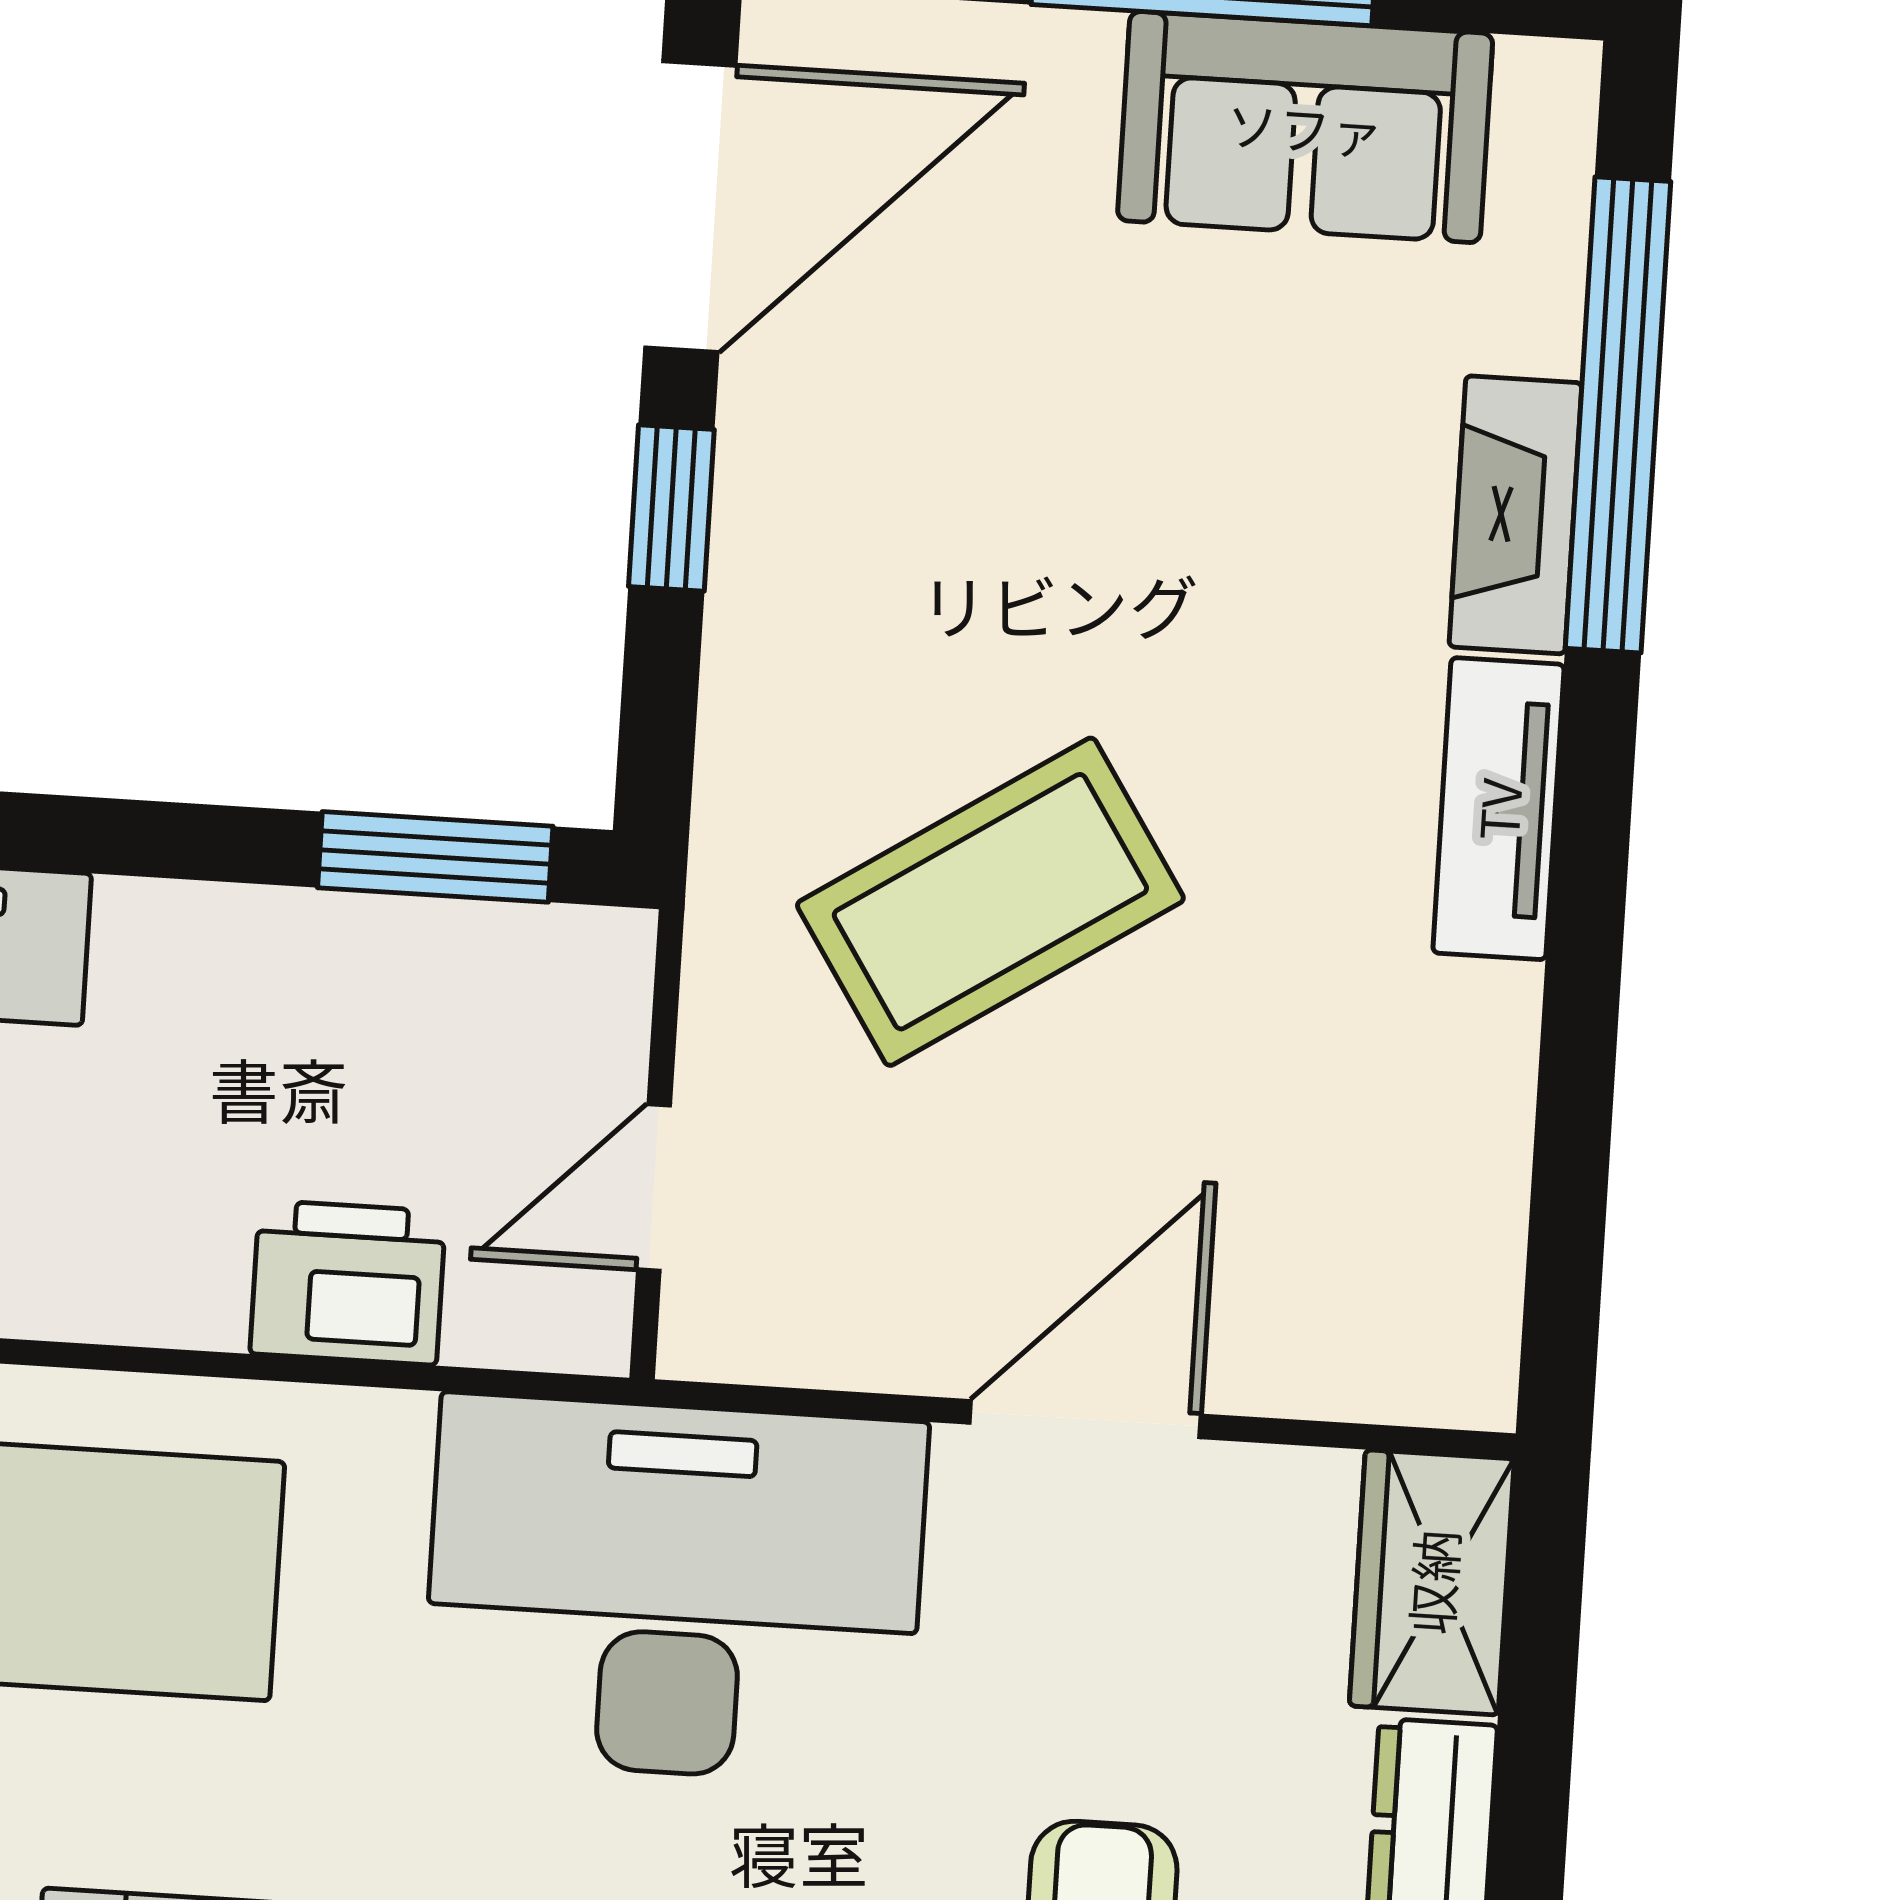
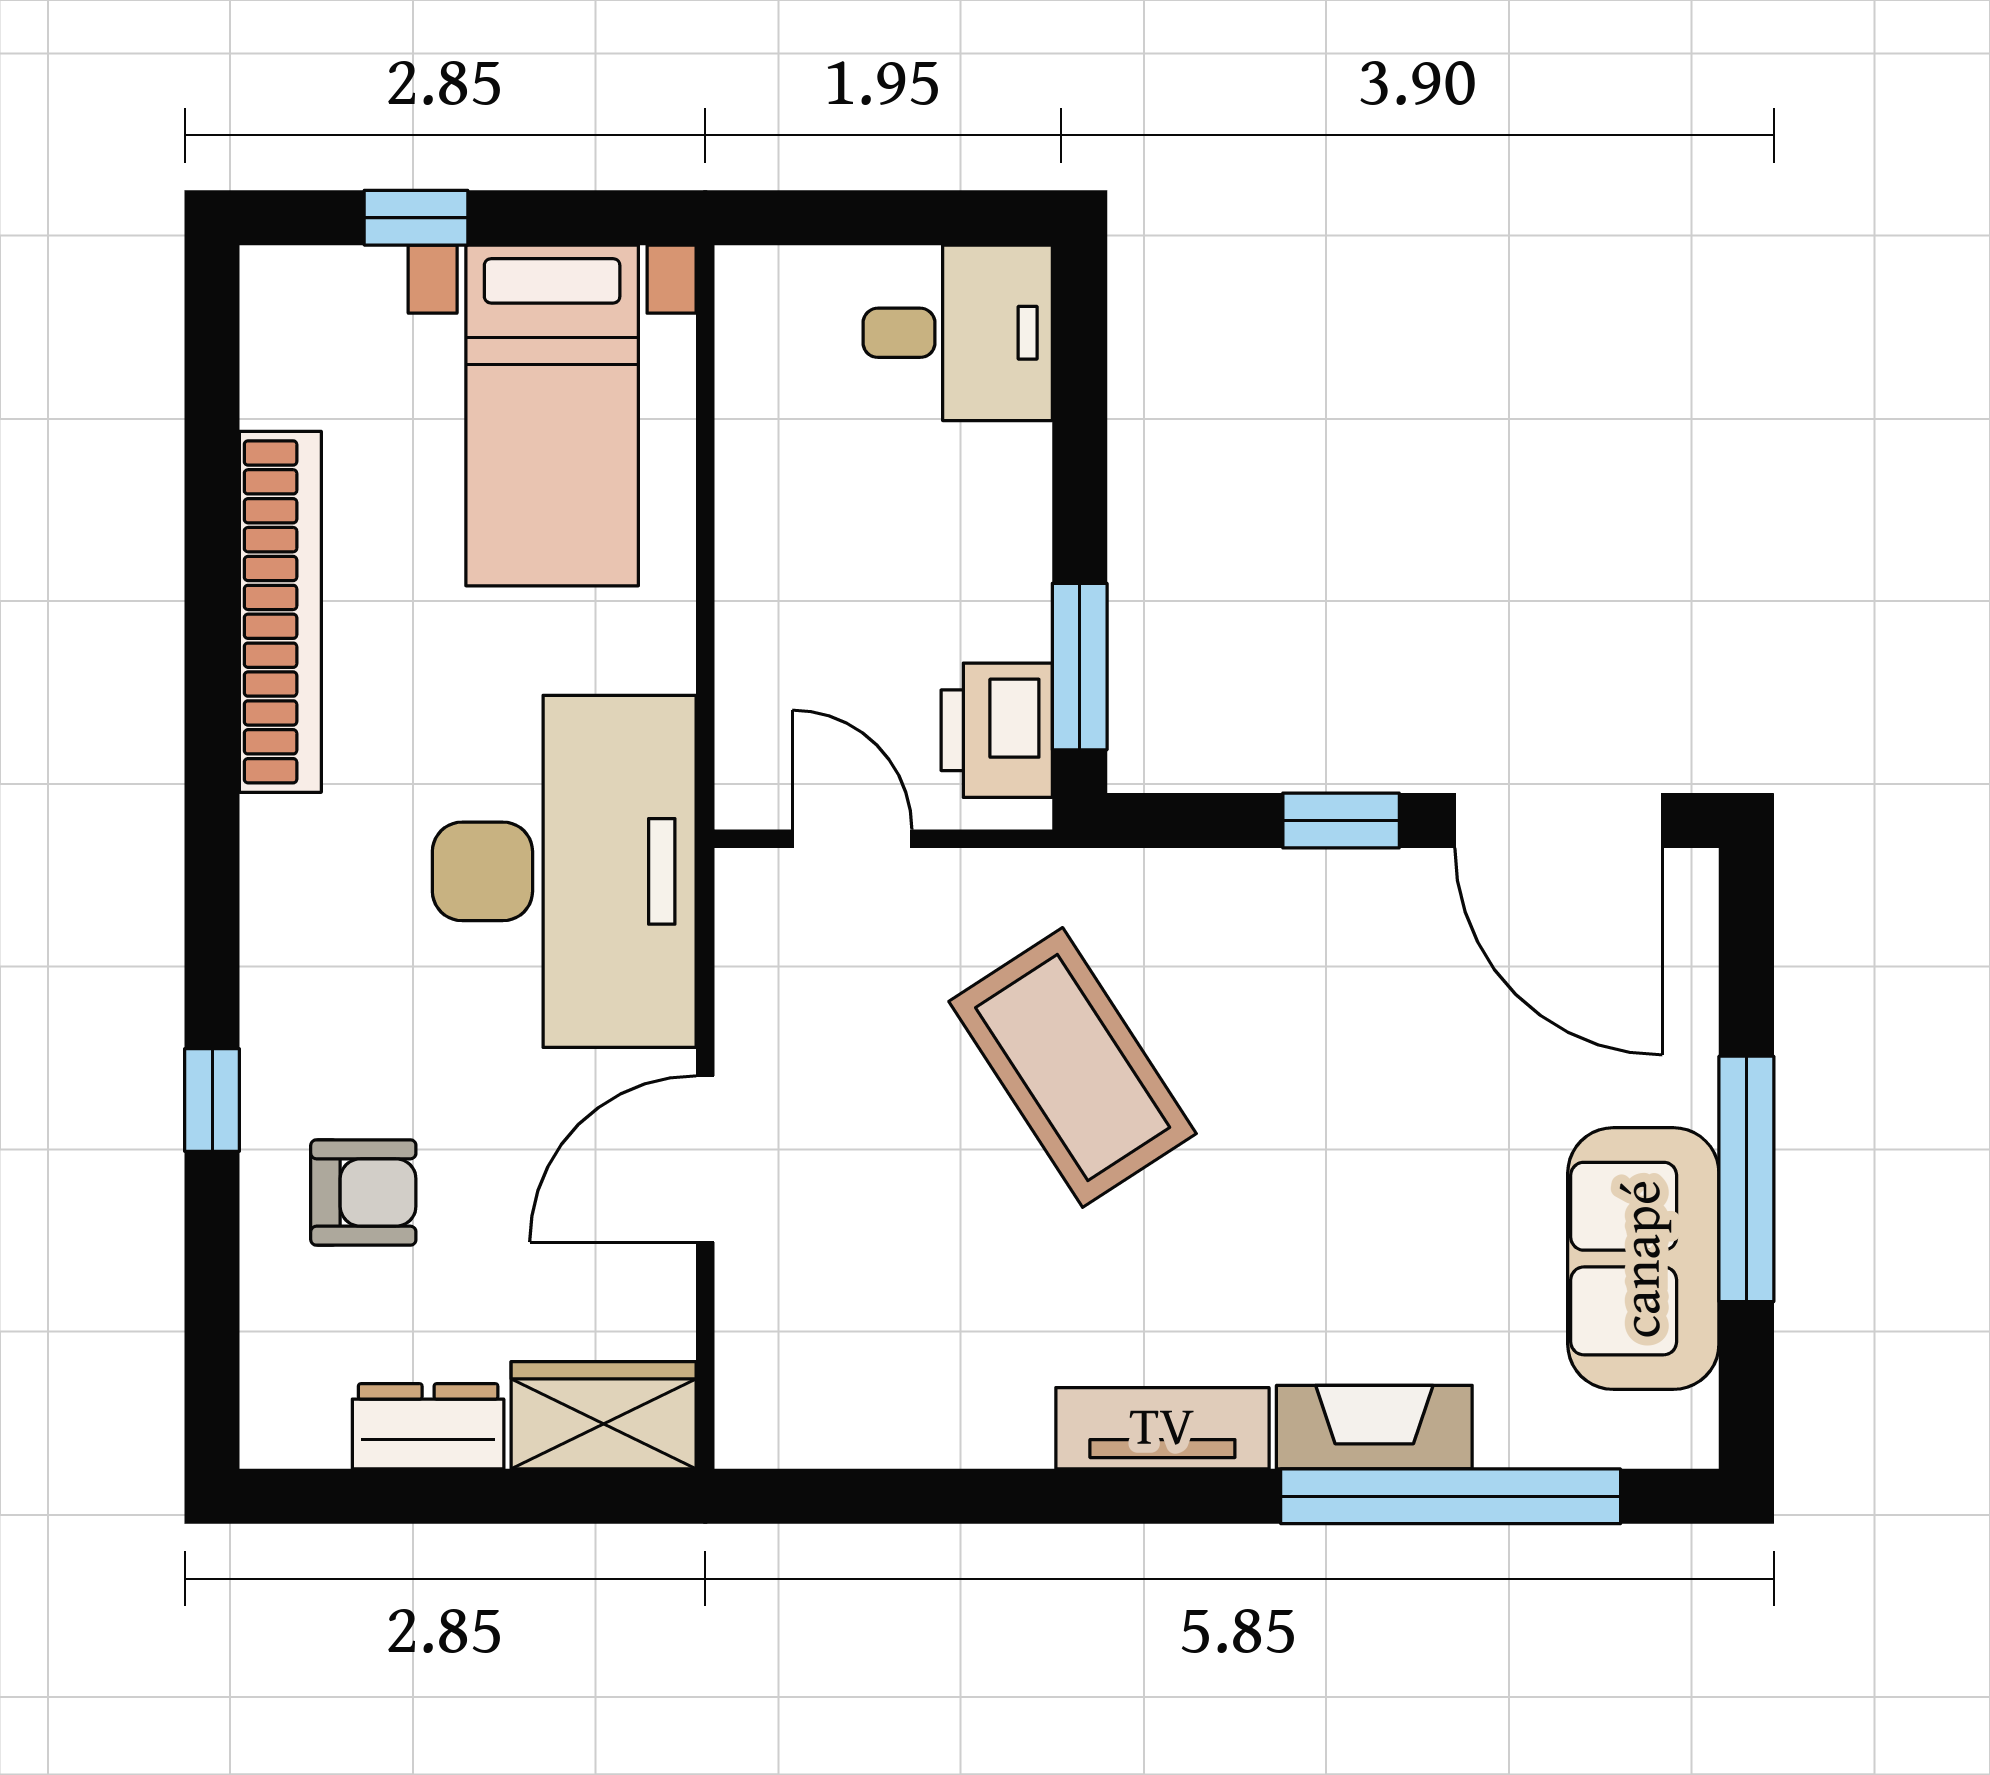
printer: (348, 1283) -> (997, 730), moved, turned 180
door: (1085, 1419) -> (705, 1159), swing flipped

